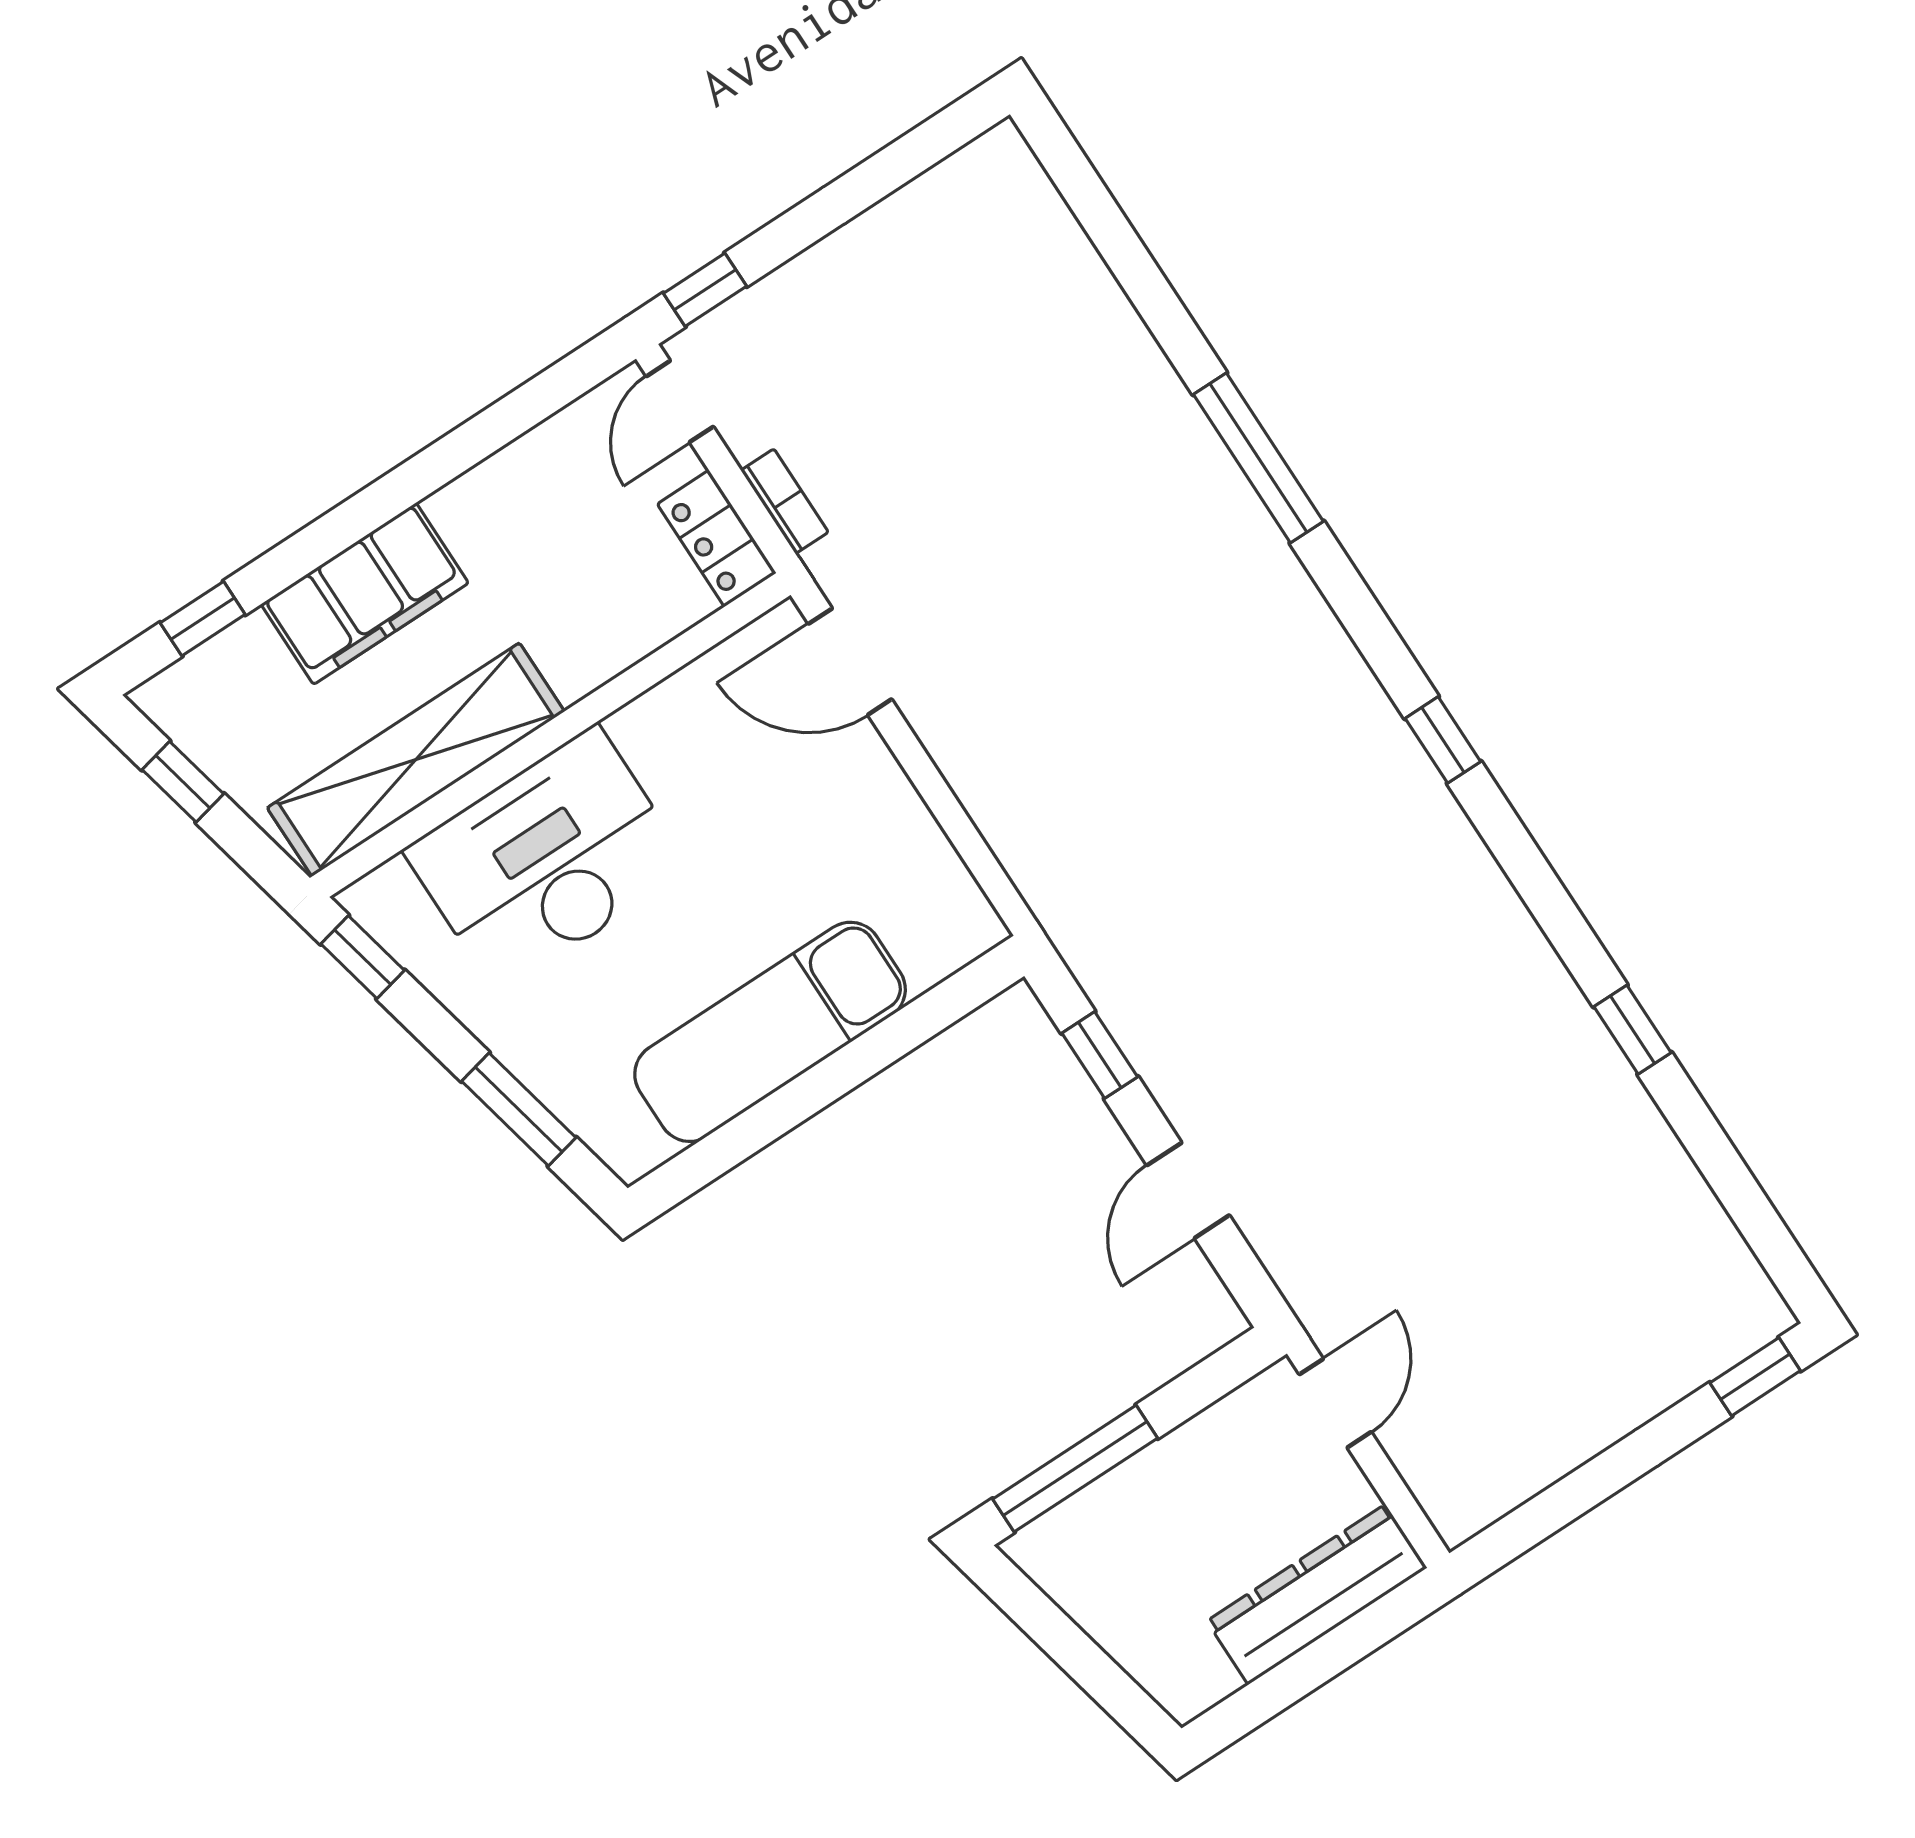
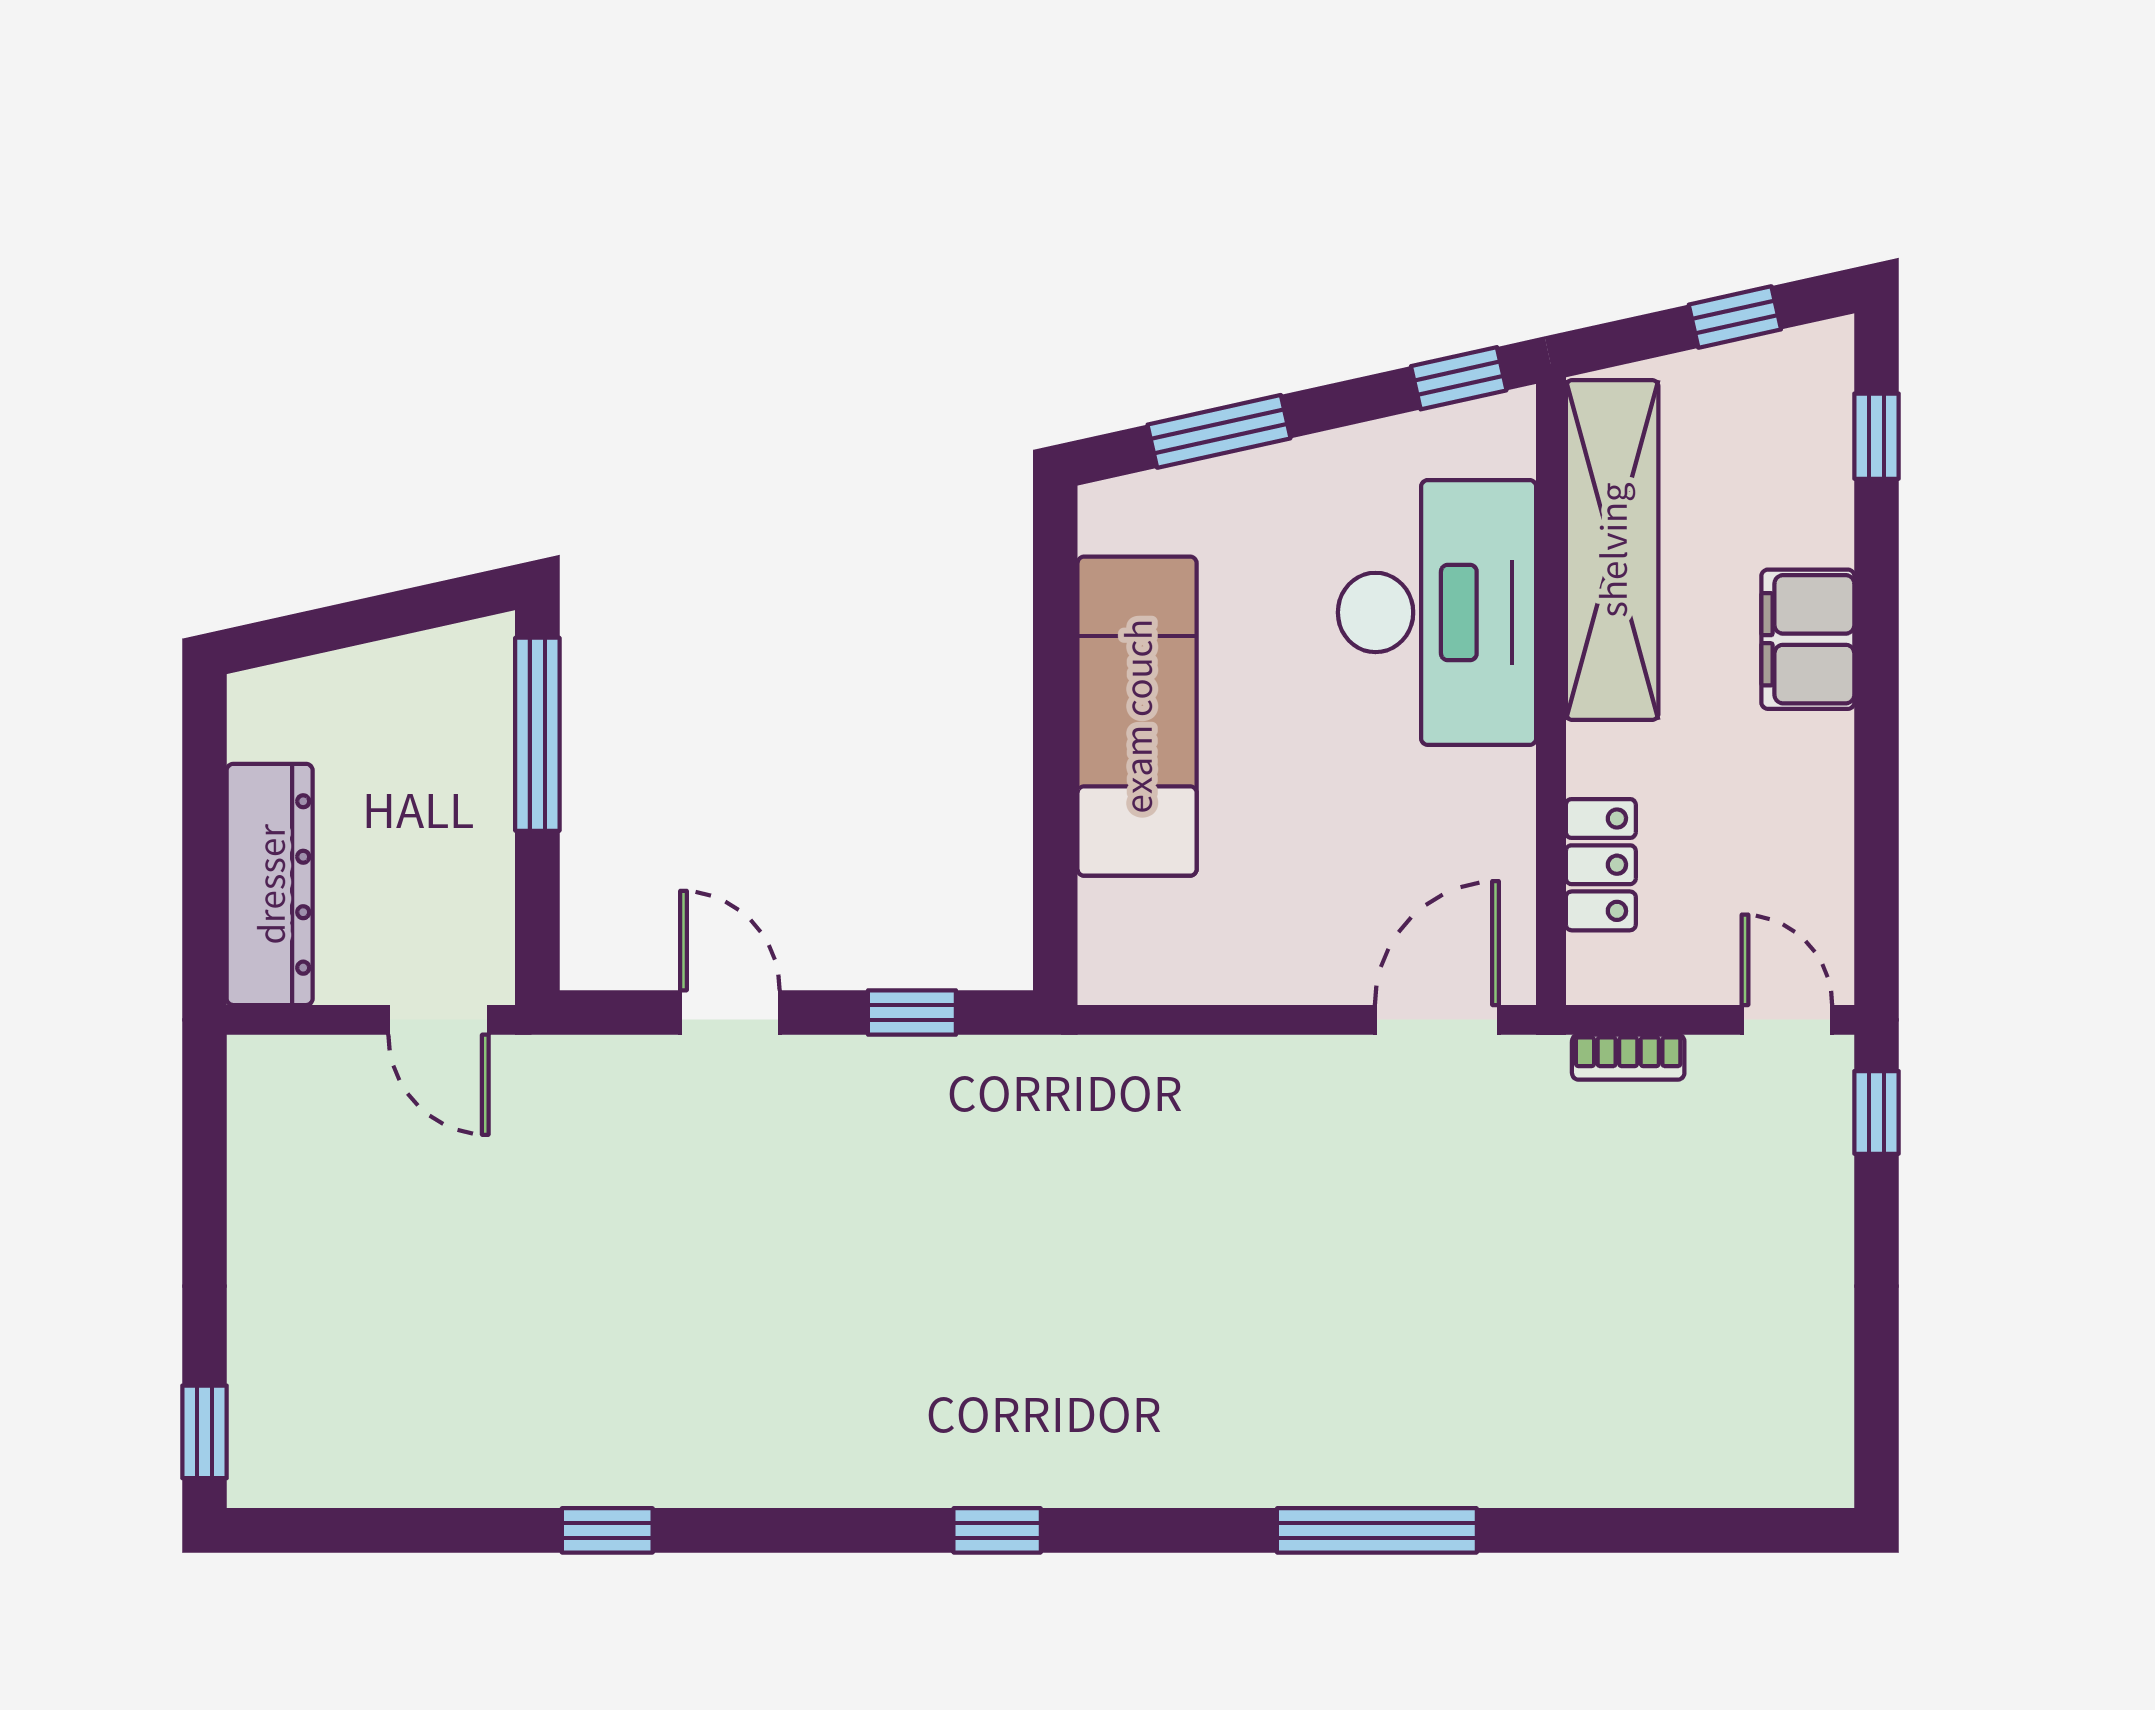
locker: (717, 538) -> (1601, 865), moved, turned 90
filing cabinet: (365, 594) -> (1808, 639), width x0.67, depth x0.86

